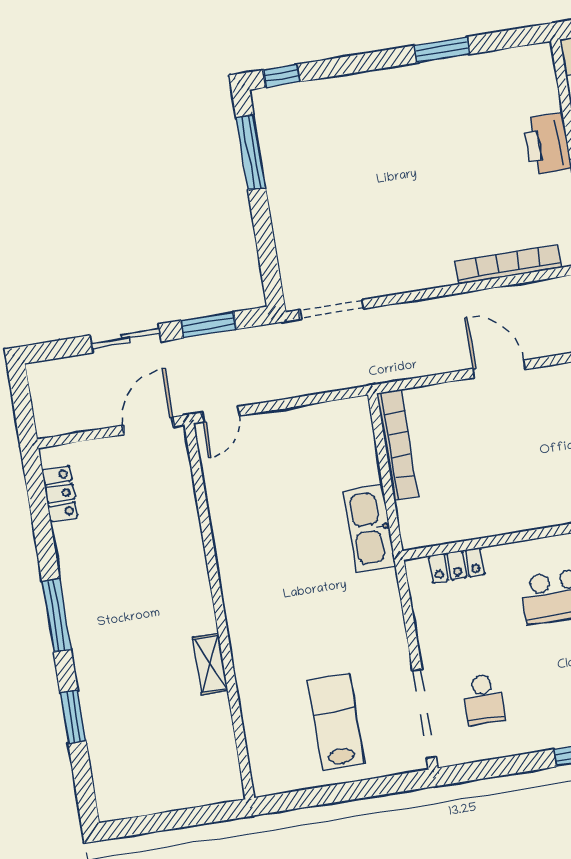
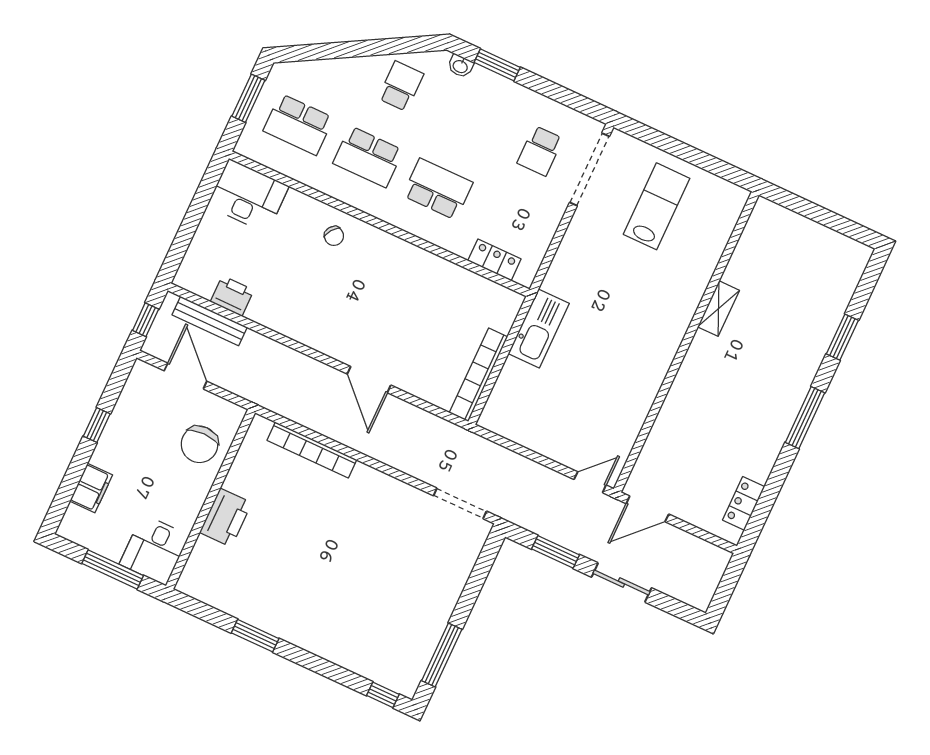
school desk: (484, 699) -> (540, 151), turned 180
lab bench: (336, 722) -> (657, 206), turned 180

